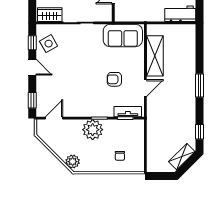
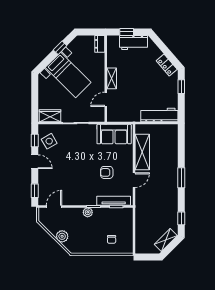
workbench: (180, 14) -> (159, 115), width x1.38
tv unit: (128, 112) -> (114, 201), width x1.41
plant: (93, 130) -> (88, 212), width x0.53, depth x0.53
plant: (73, 162) -> (62, 236), moved

